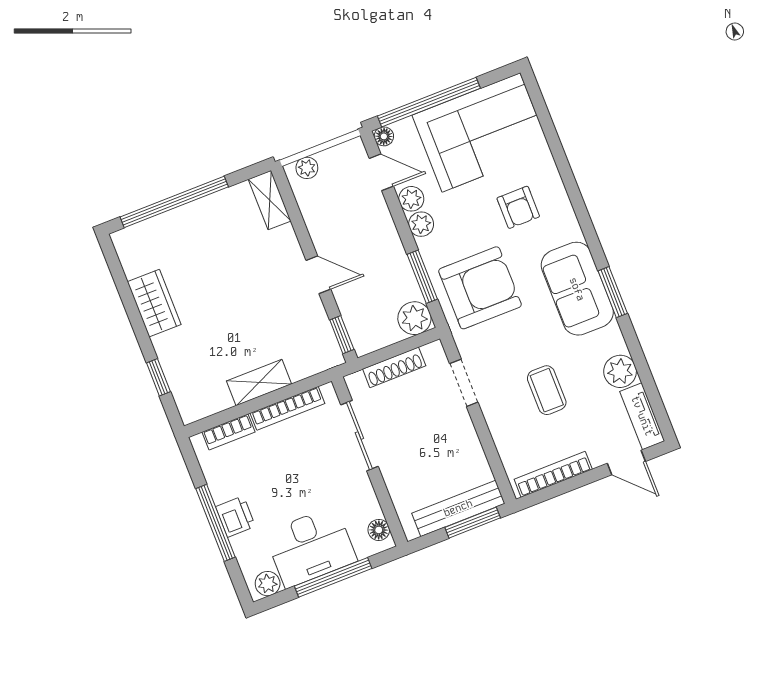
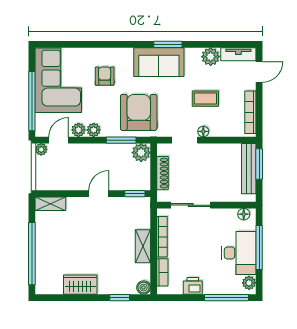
floor lamp: (384, 136) -> (203, 131), moved
plant: (307, 168) -> (41, 149), moved
armchair: (518, 207) -> (105, 76), turned -90
boiler: (191, 411) -> (144, 287), added
printer: (235, 516) -> (193, 286), moved
window: (216, 523) -> (227, 298), moved

